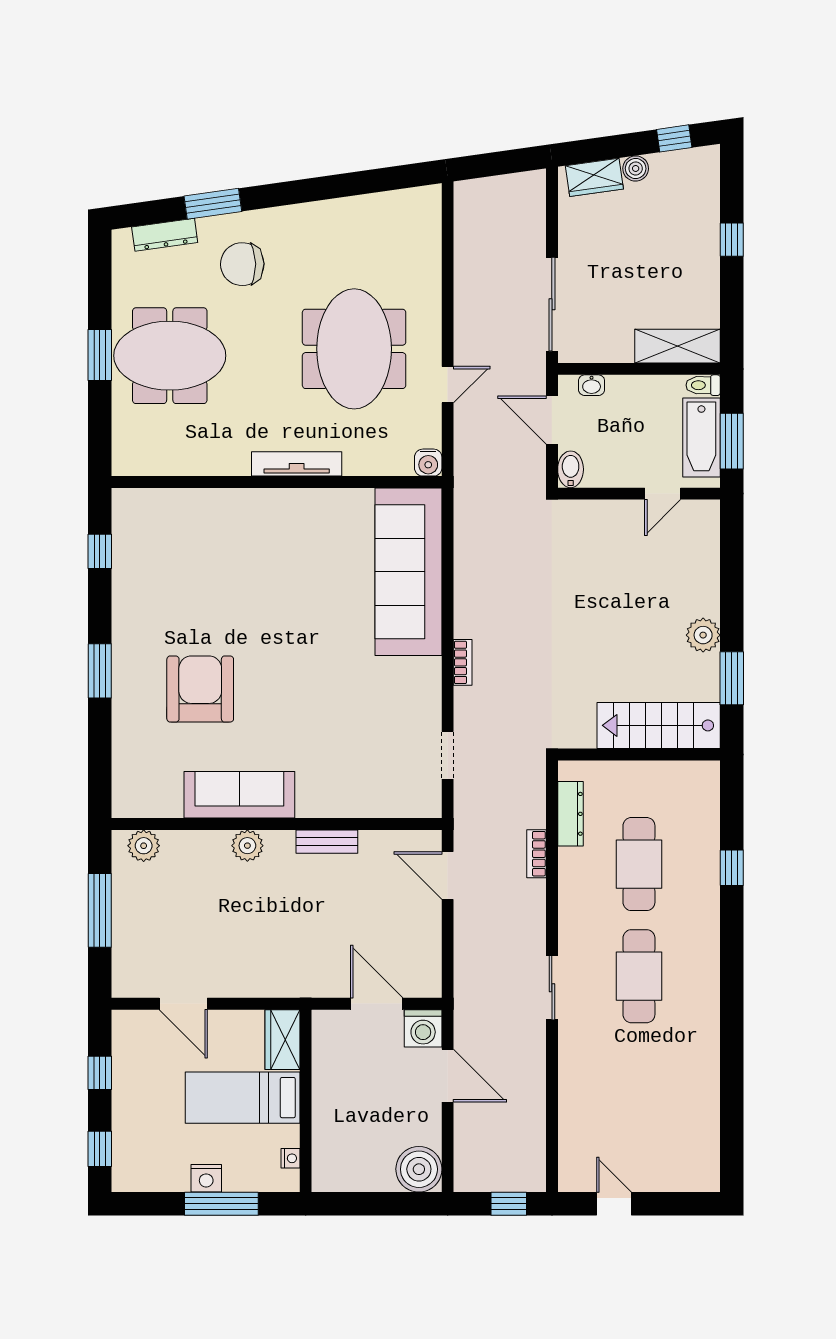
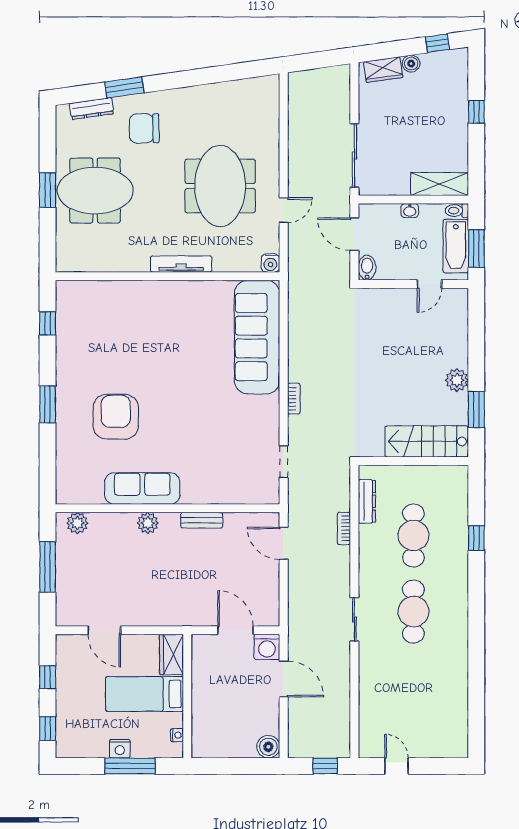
washbasin: (592, 385) -> (410, 211), moved
boiler: (419, 1169) -> (268, 747), width x0.73, depth x0.73

